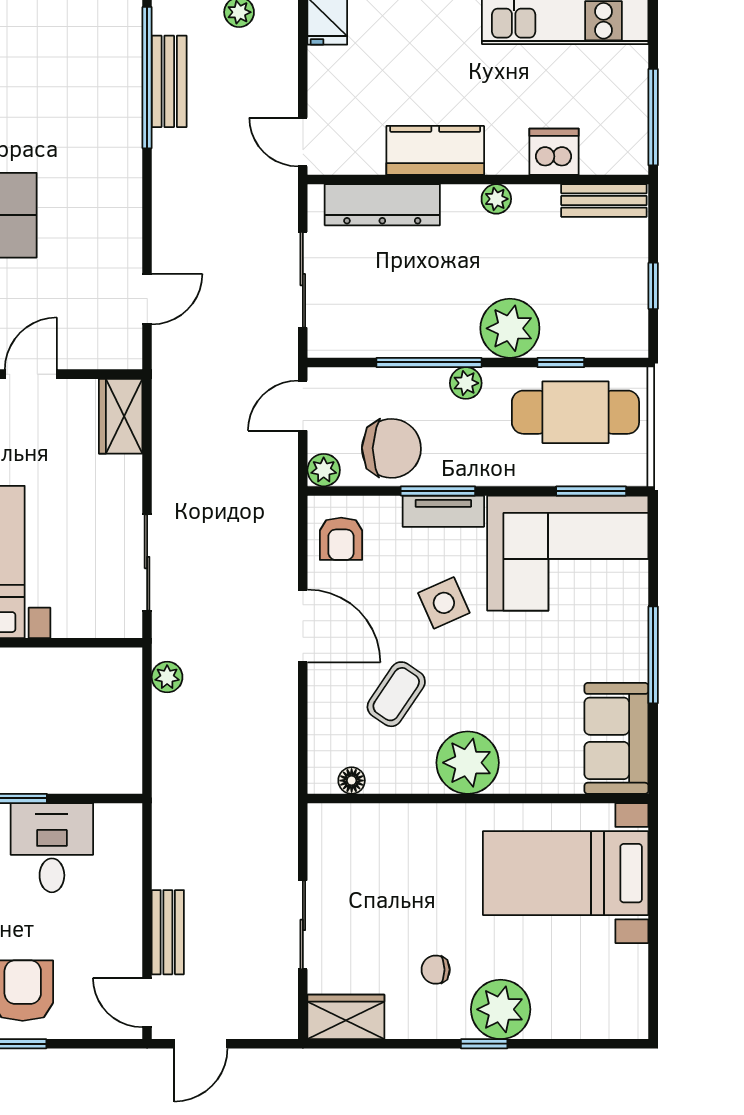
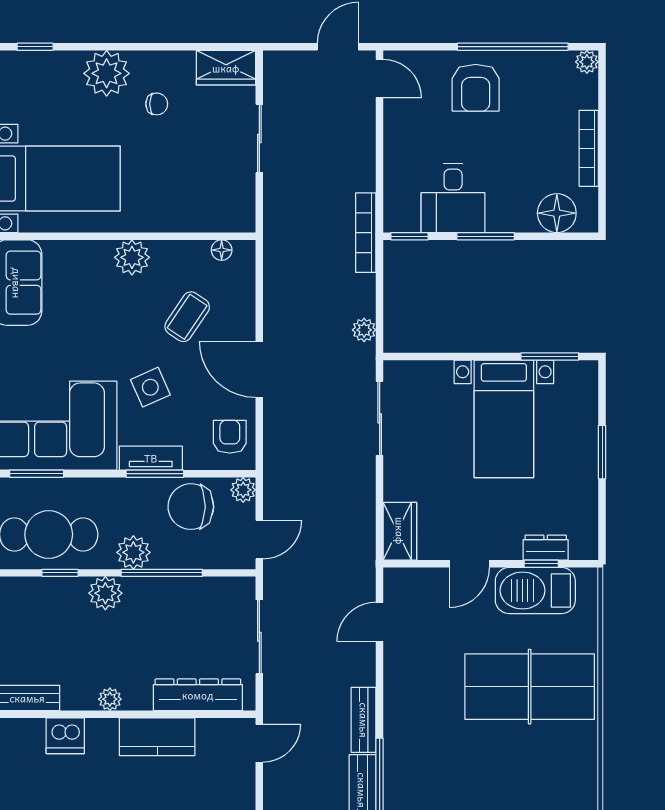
door: (303, 142) -> (259, 743), hinge flipped
plant: (510, 328) -> (105, 593), width x0.73, depth x0.73
plant: (466, 383) -> (133, 552), width x1.38, depth x1.38
plant: (468, 763) -> (132, 257), width x0.73, depth x0.73
window: (108, 798) -> (409, 236), added
bookcase: (165, 803) -> (366, 233), added
bench: (168, 932) -> (364, 720), moved
window: (484, 1044) -> (35, 47), moved

